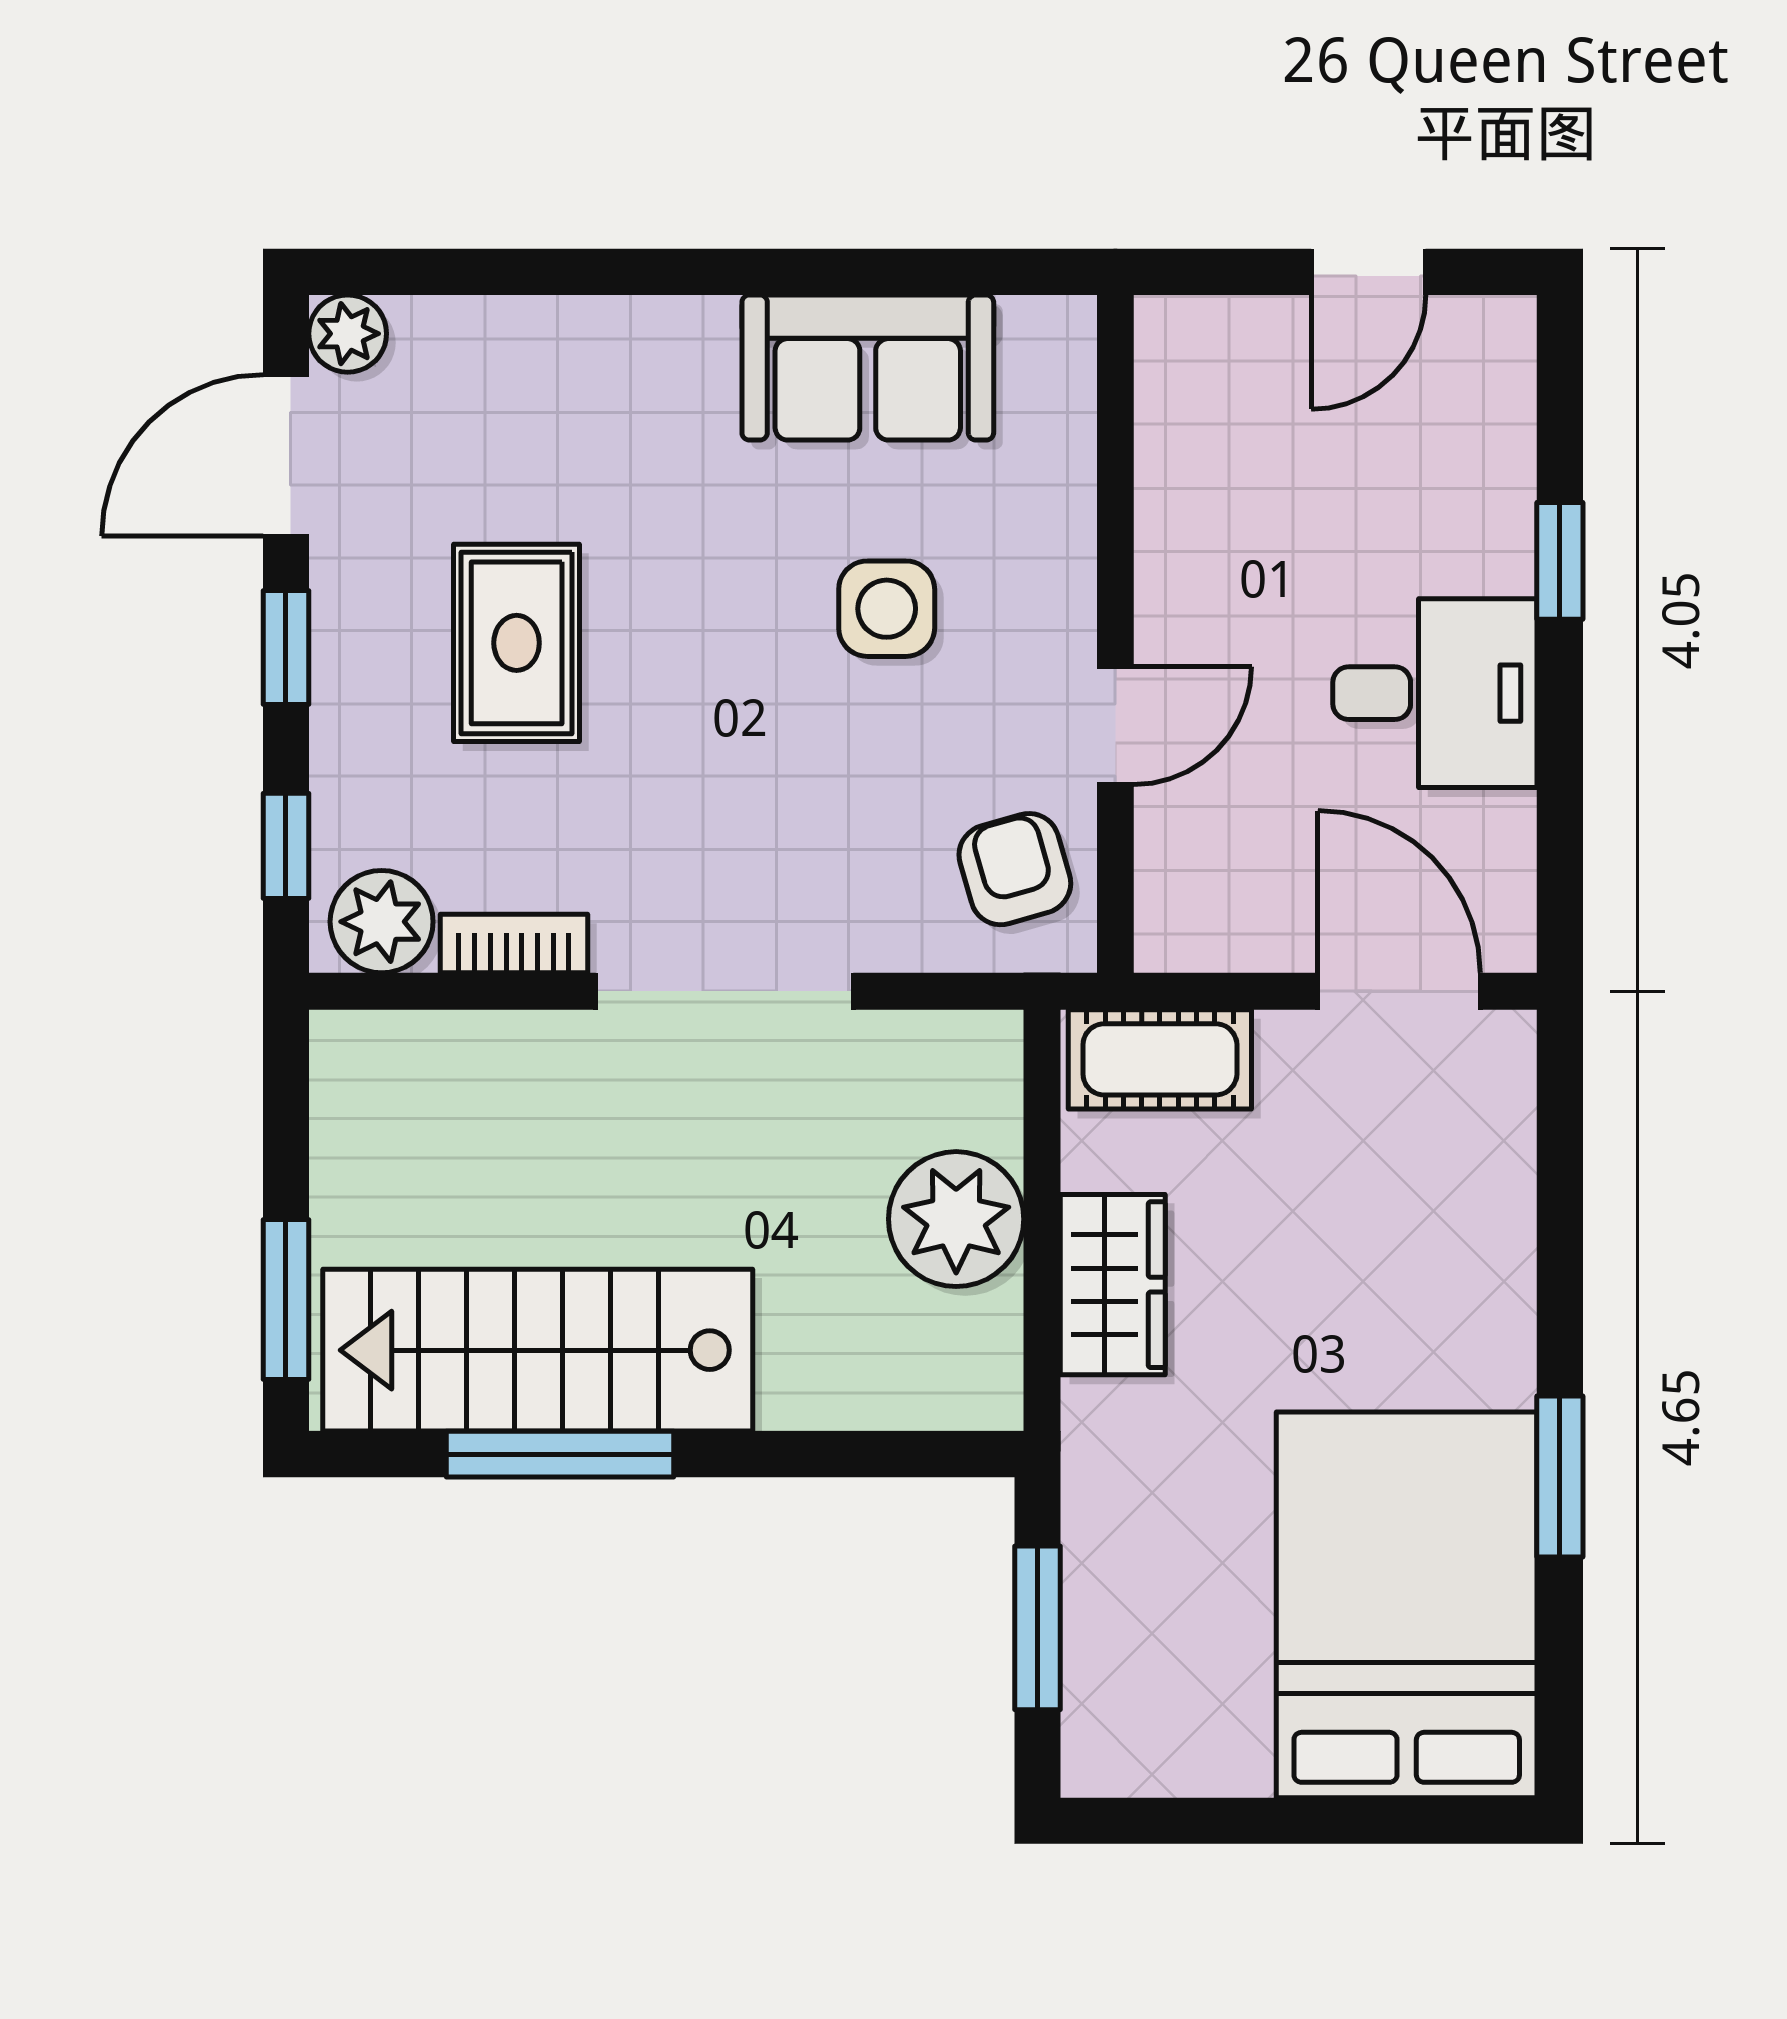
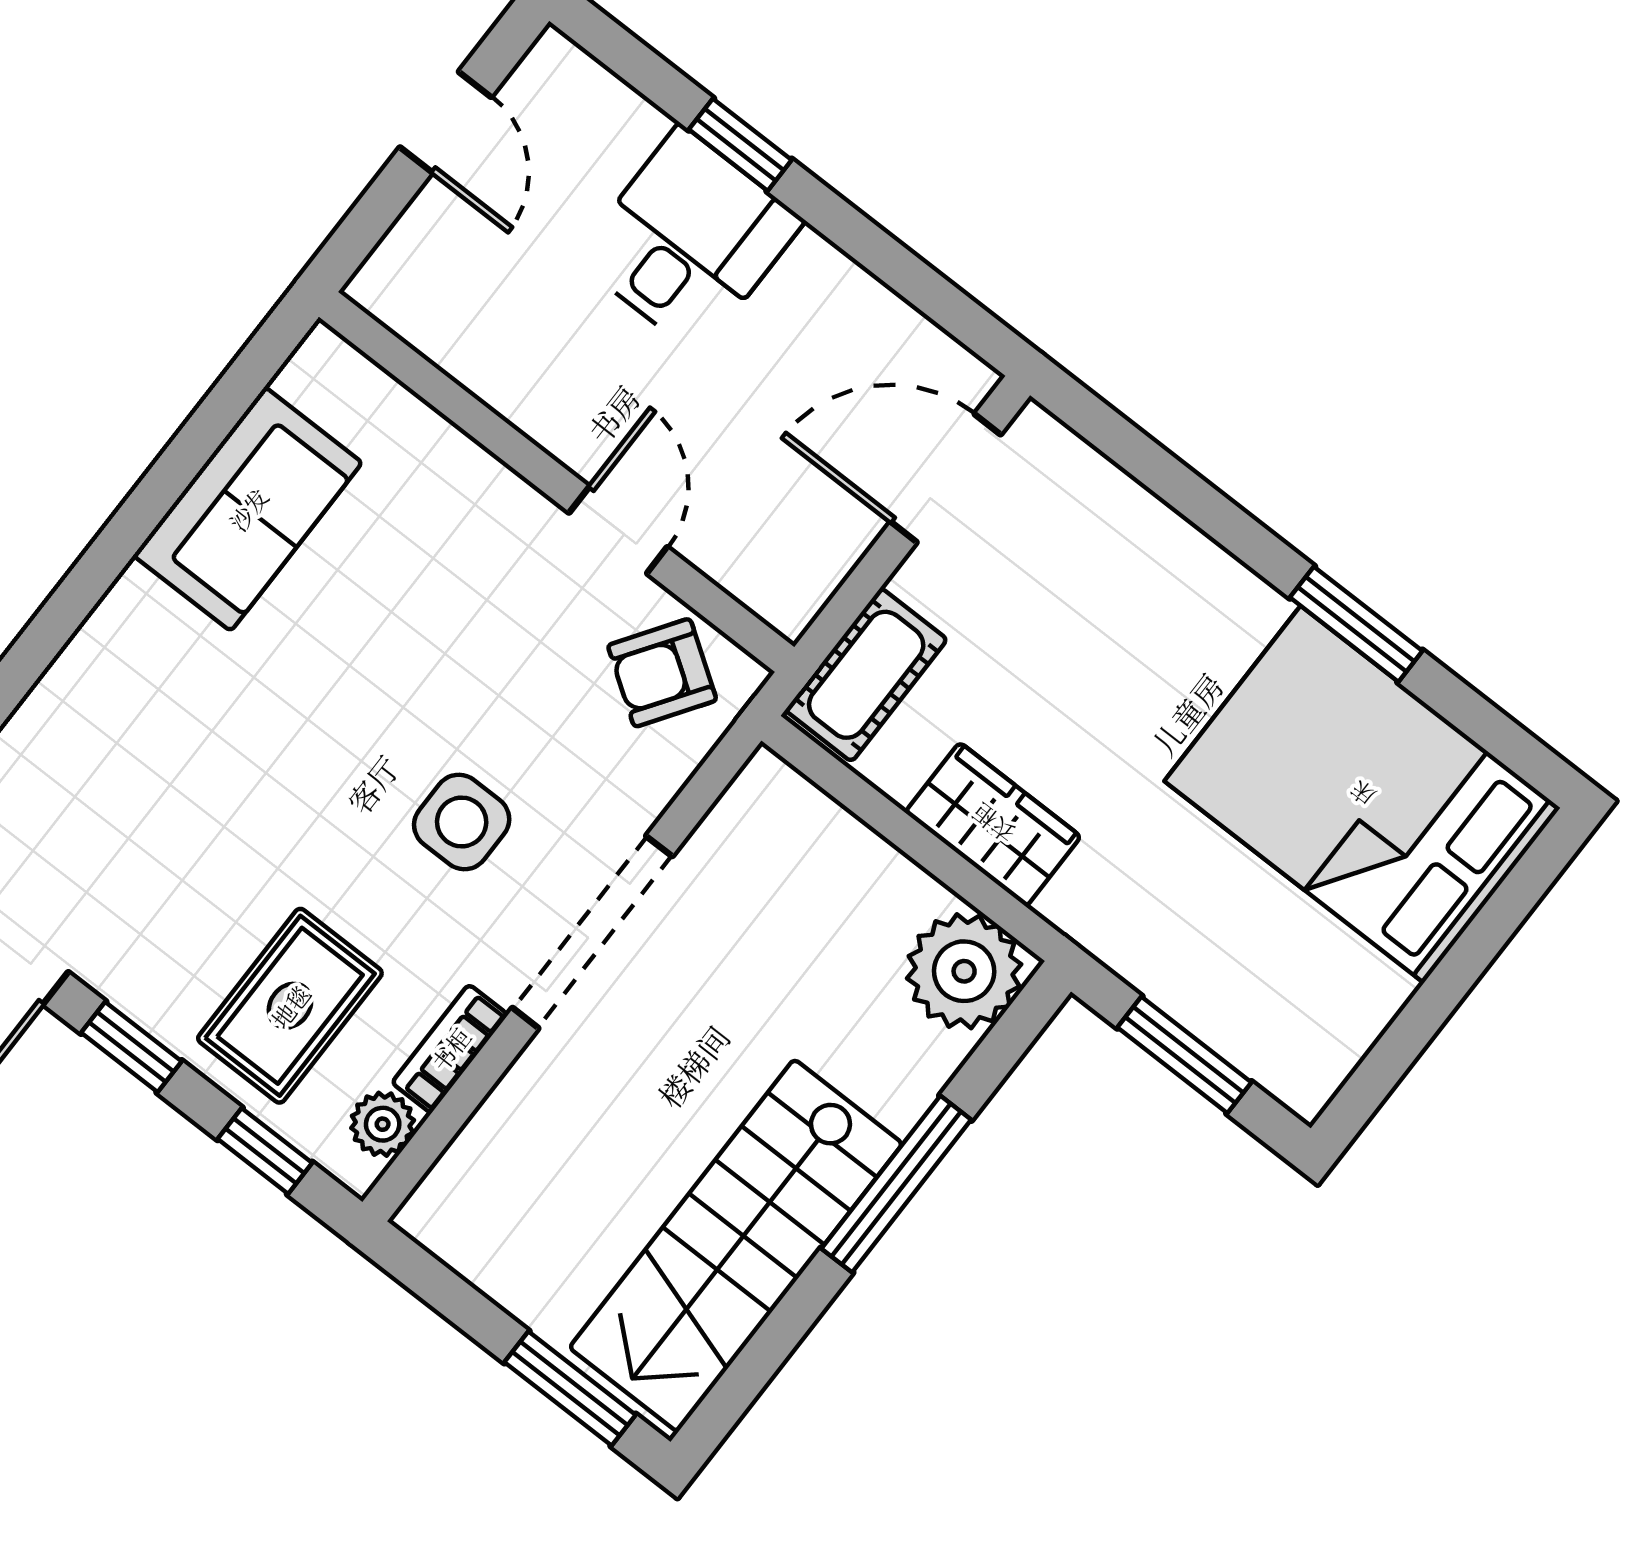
side table: (887, 609) -> (462, 822), moved
rug: (517, 643) -> (290, 1006), moved, turned 90
desk: (1435, 693) -> (689, 240), moved
armchair: (1015, 869) -> (662, 673), turned -40
plant: (382, 922) -> (383, 1124), width x0.73, depth x0.73
plant: (956, 1219) -> (964, 971), moved
window: (560, 1454) -> (896, 1184), moved

